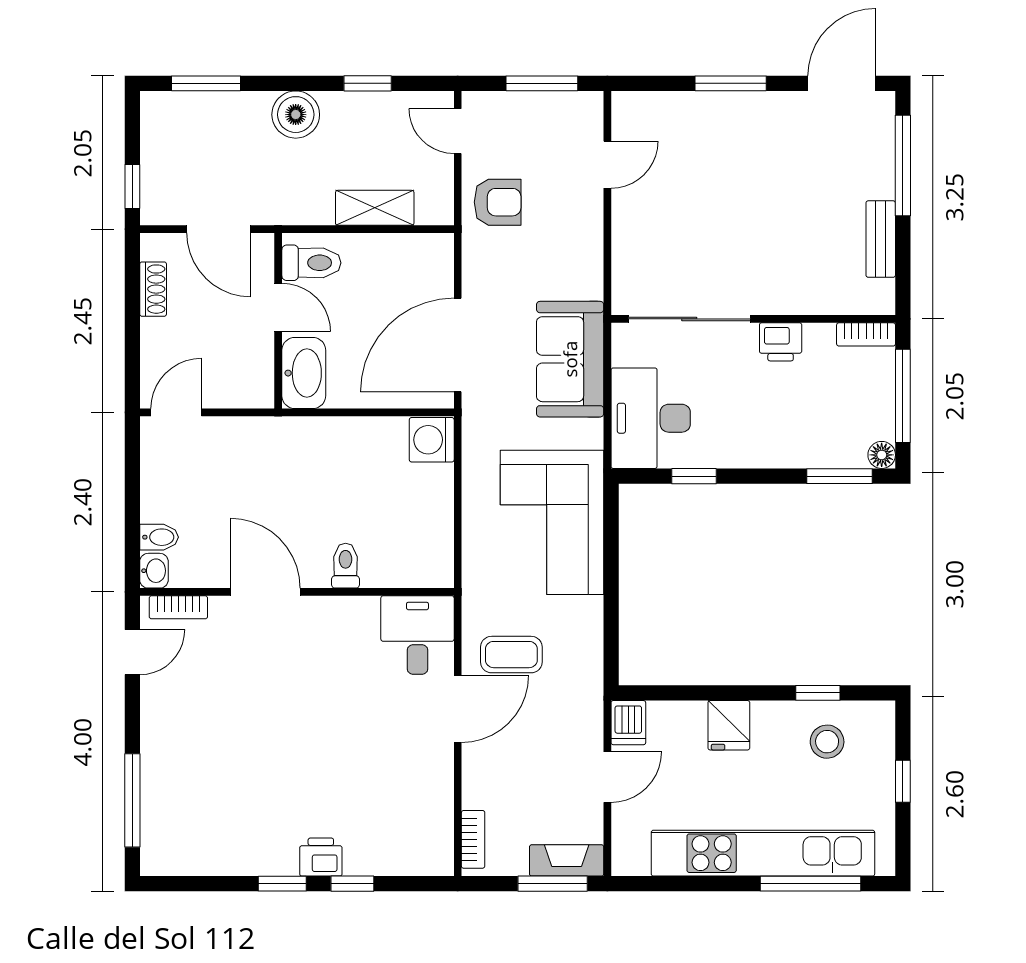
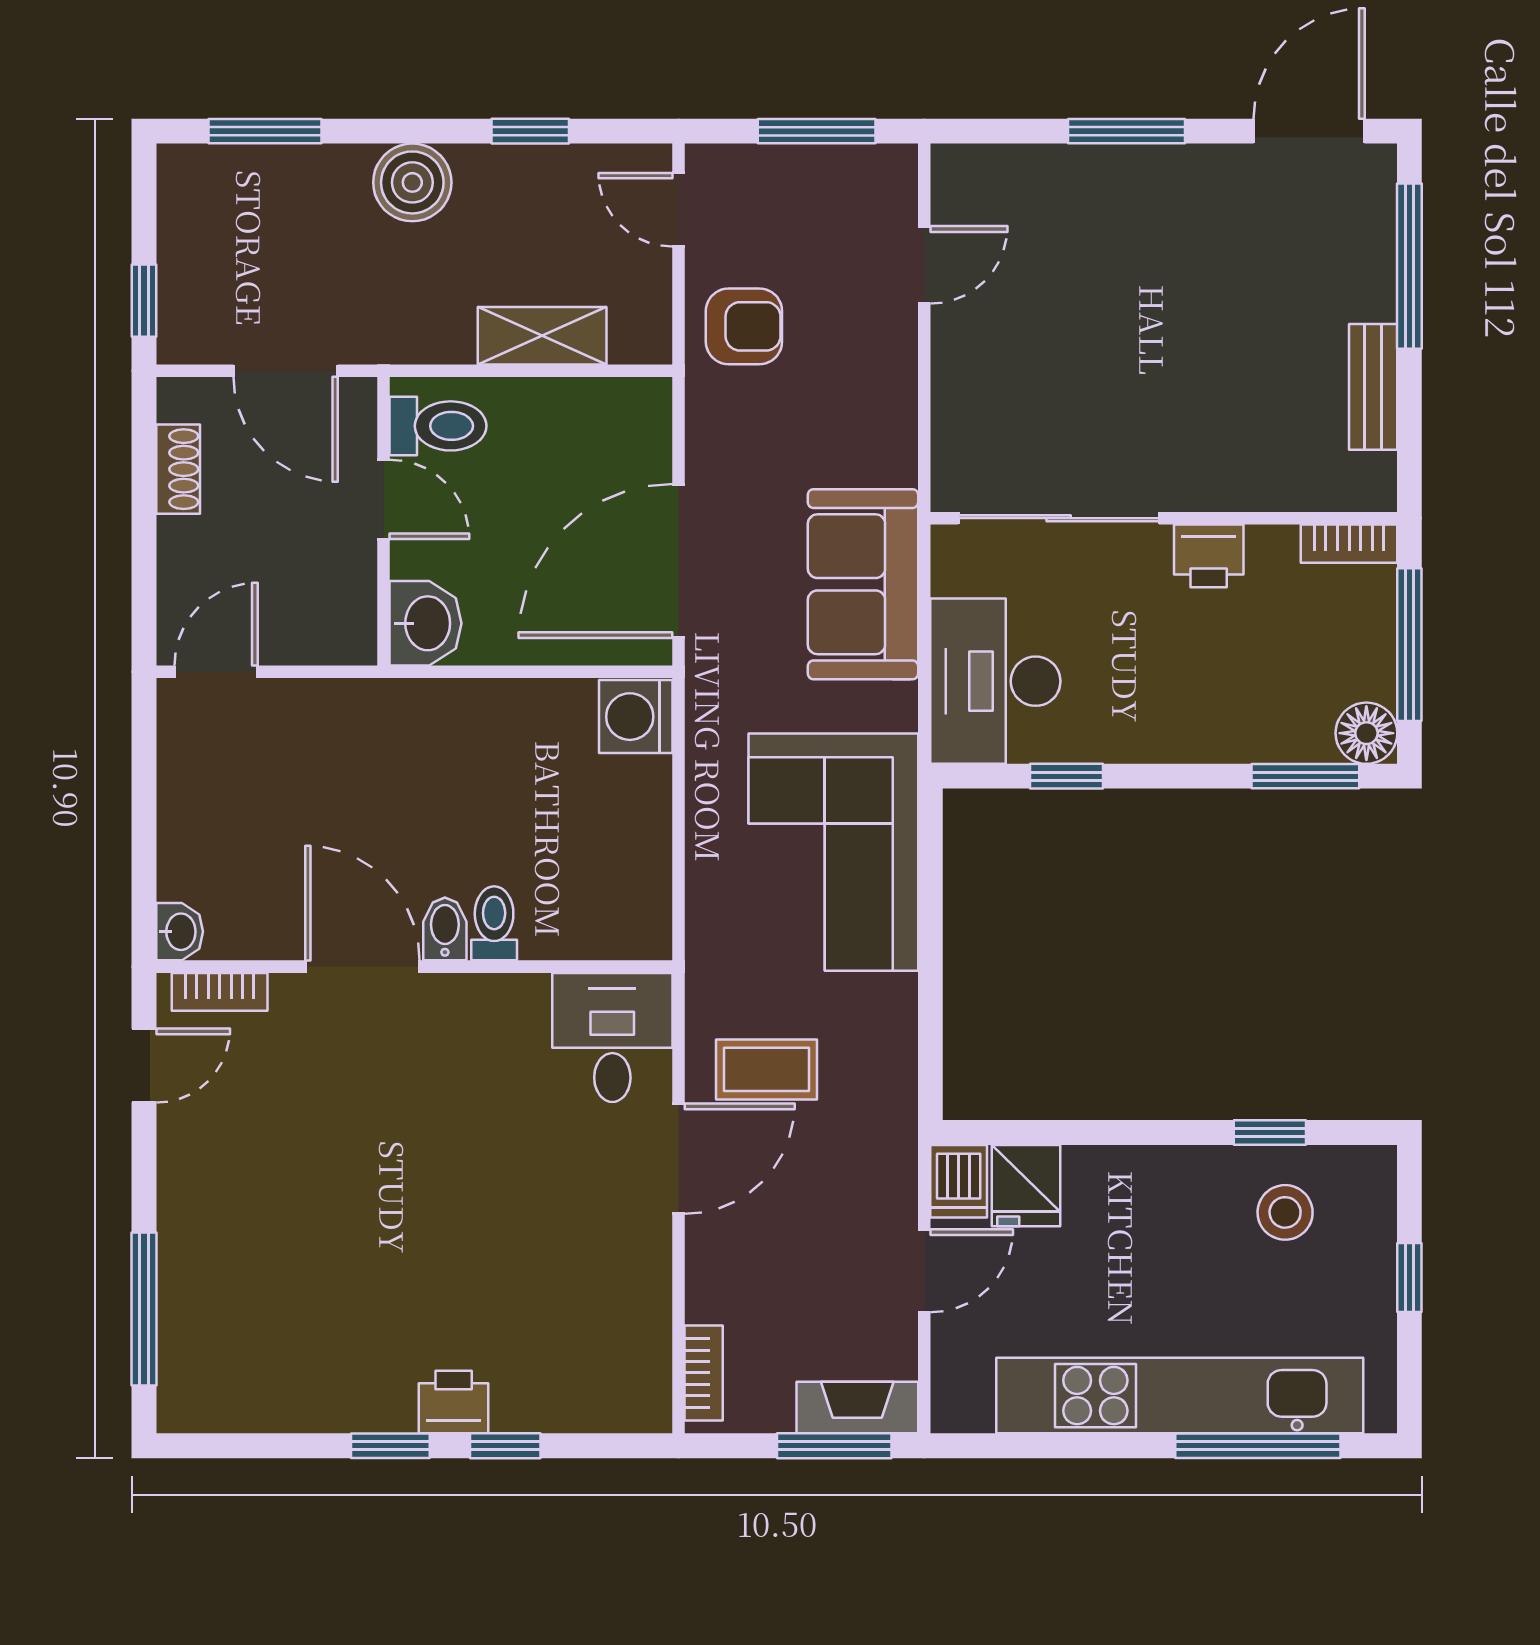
washbasin: (304, 373) -> (426, 623), width x0.72
floor lamp: (882, 455) -> (1366, 733), width x1.37, depth x1.37
bidet: (159, 537) -> (445, 929), moved, turned -90
fridge: (729, 725) -> (1026, 1186), moved

